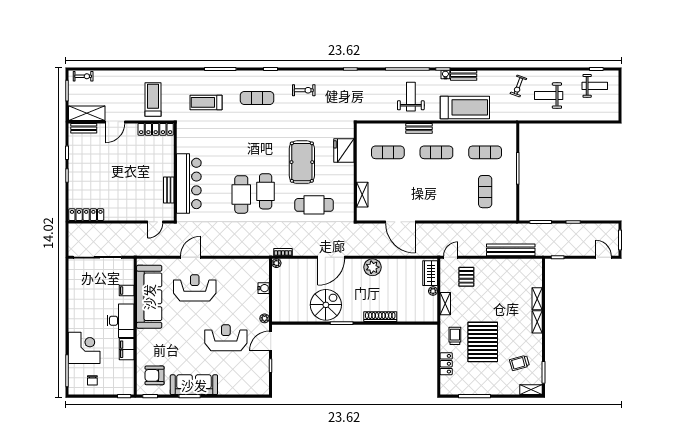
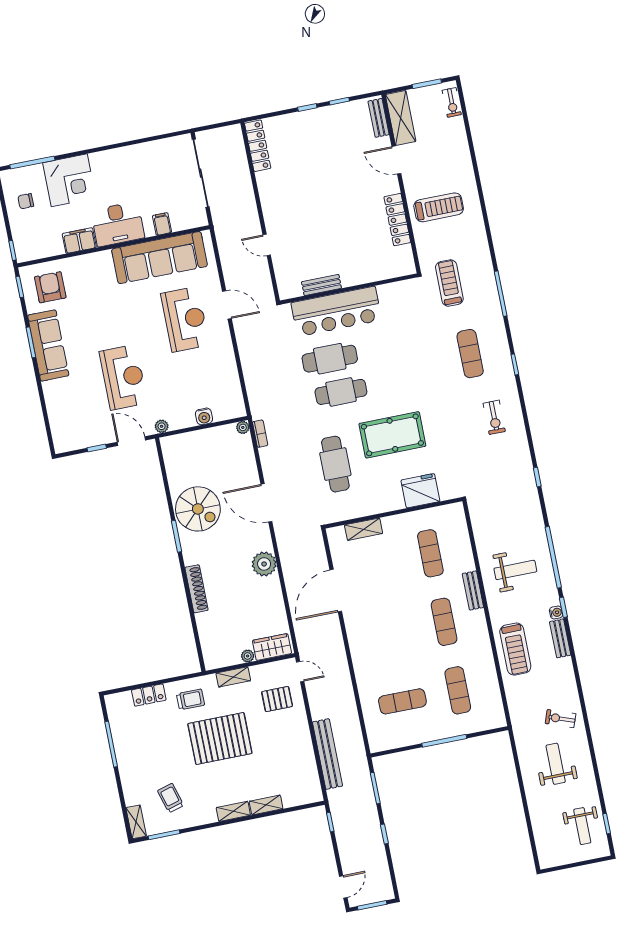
treadmill: (465, 107) -> (515, 649), width x0.73, depth x0.73
wall: (175, 172) -> (349, 289), moved
bar counter: (189, 183) -> (336, 311), moved
bench: (169, 190) -> (321, 285), moved
pallet: (483, 342) -> (220, 739), moved

